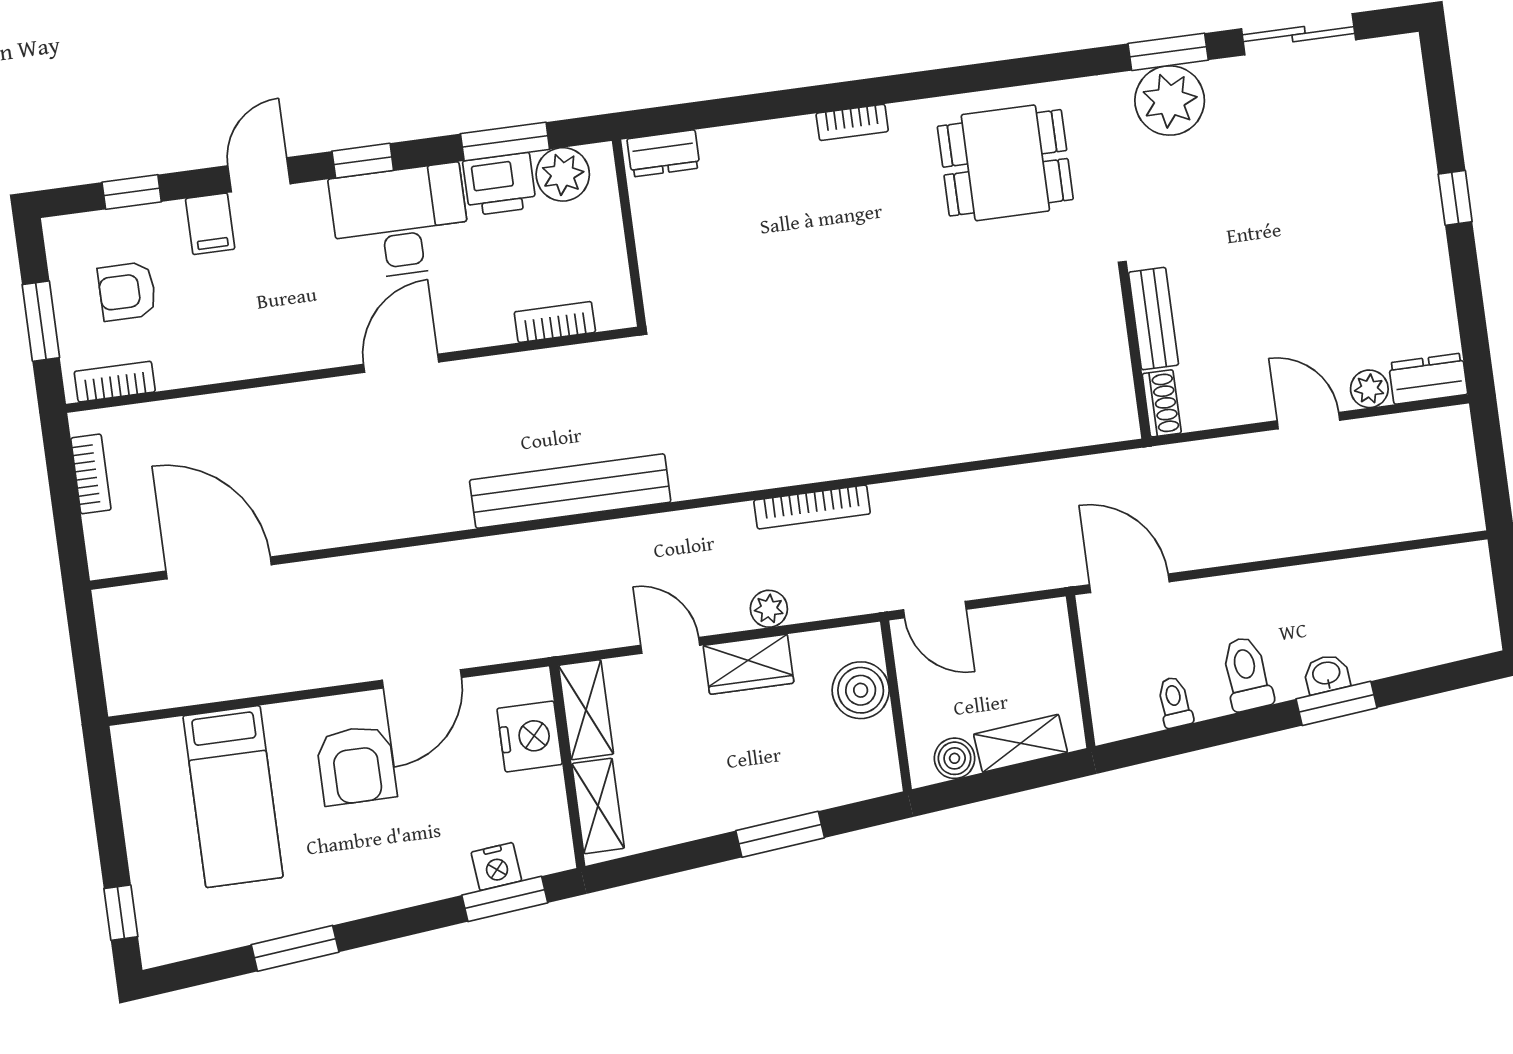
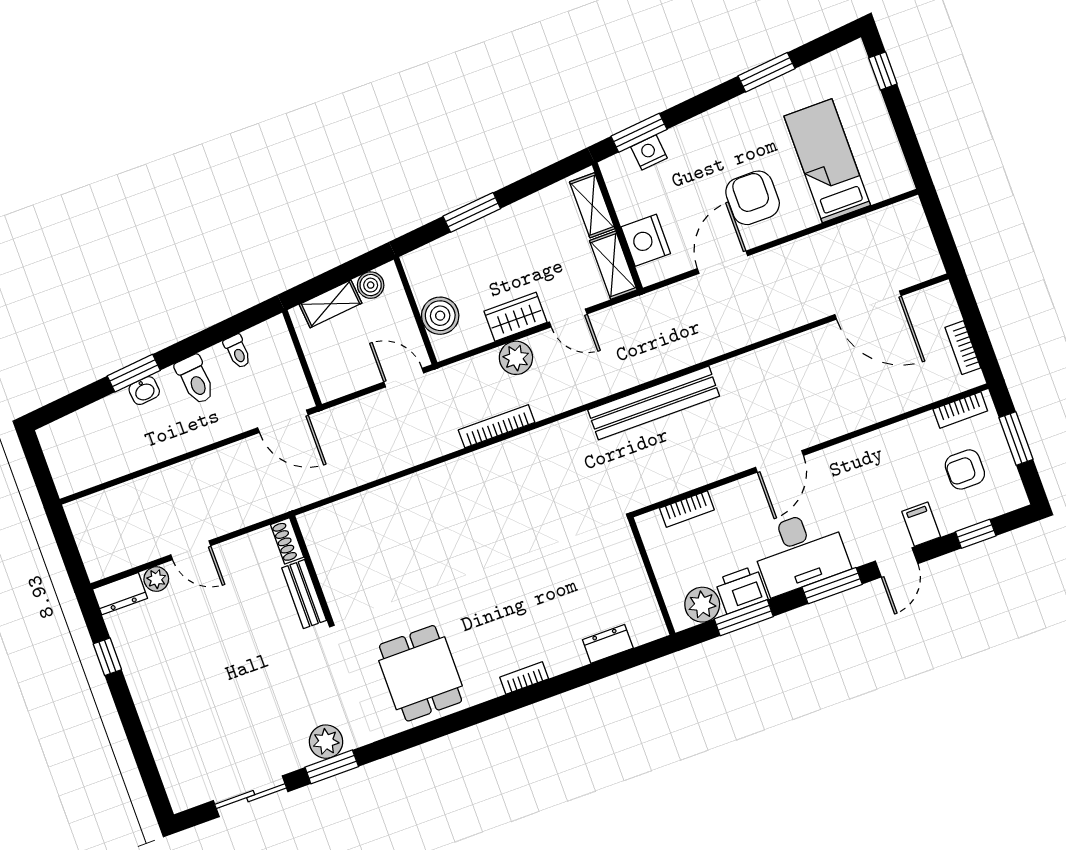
plant: (1170, 100) -> (326, 742), width x0.73, depth x0.73
dresser: (663, 153) -> (608, 644), moved
window: (363, 161) -> (832, 586), width x1.50
dining table: (1005, 163) -> (421, 673), turned 90
window: (1455, 198) -> (107, 657), moved
armchair: (127, 291) -> (965, 469), turned 180
plant: (769, 609) -> (516, 358), width x1.38, depth x1.38

